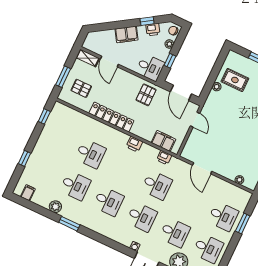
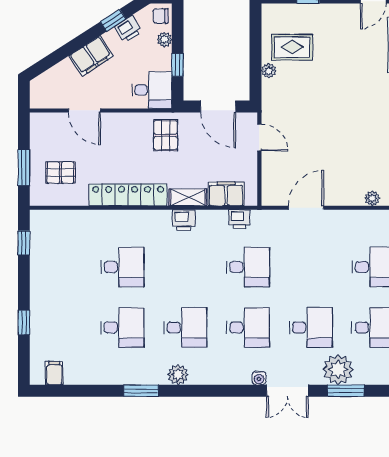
shelving: (88, 58) -> (188, 197), moved
door: (202, 168) -> (306, 208), swing flipped
plant: (55, 207) -> (178, 375), moved

